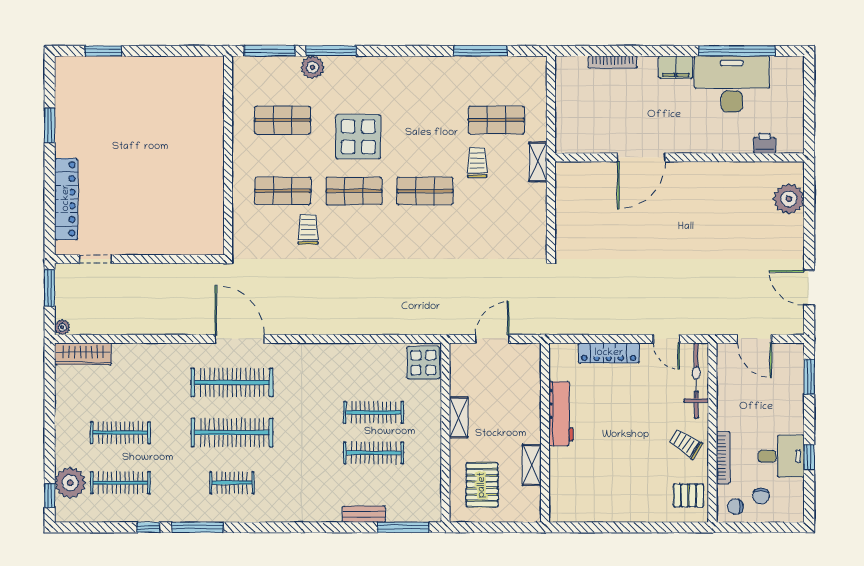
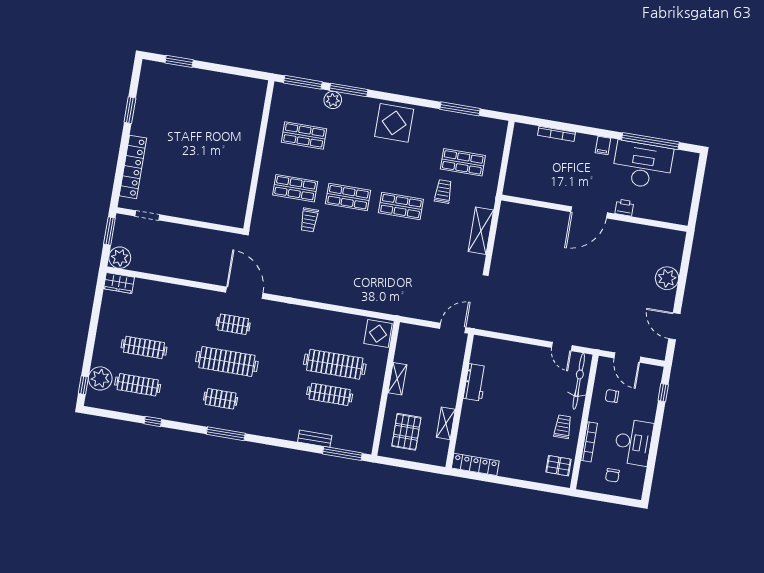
filing cabinet: (676, 67) -> (603, 145), width x0.50
display table: (358, 137) -> (394, 123), moved
printer: (765, 143) -> (624, 208), moved
door: (641, 157) -> (589, 212), moved
shelving: (538, 162) -> (481, 231), moved, width x1.50, depth x1.33
plant: (789, 199) -> (667, 278), moved
trolley: (308, 229) -> (309, 220), turned 180
plant: (62, 327) -> (120, 258), width x1.88, depth x1.88
door: (492, 339) -> (453, 328), moved
locker: (609, 353) -> (475, 464), moved, turned 180
wardrobe: (83, 354) -> (119, 283), width x0.67
window: (809, 377) -> (663, 393), width x0.67
clothes rail: (232, 382) -> (233, 324), width x0.54, depth x0.76
clothes rail: (374, 412) -> (335, 364), width x1.37, depth x1.31
workbench: (561, 414) -> (475, 382), width x0.73
trolley: (685, 444) -> (563, 427), turned 57
desk: (781, 456) -> (633, 442), width x1.37
window: (809, 457) -> (653, 453), removed
chair: (735, 507) -> (612, 396), moved
window: (198, 527) -> (226, 434), moved

